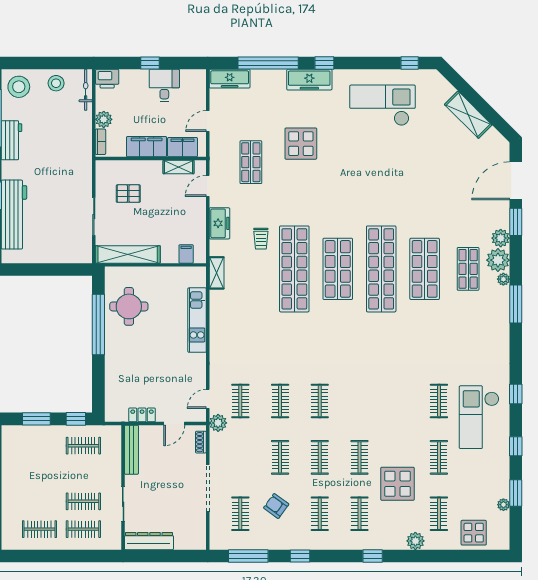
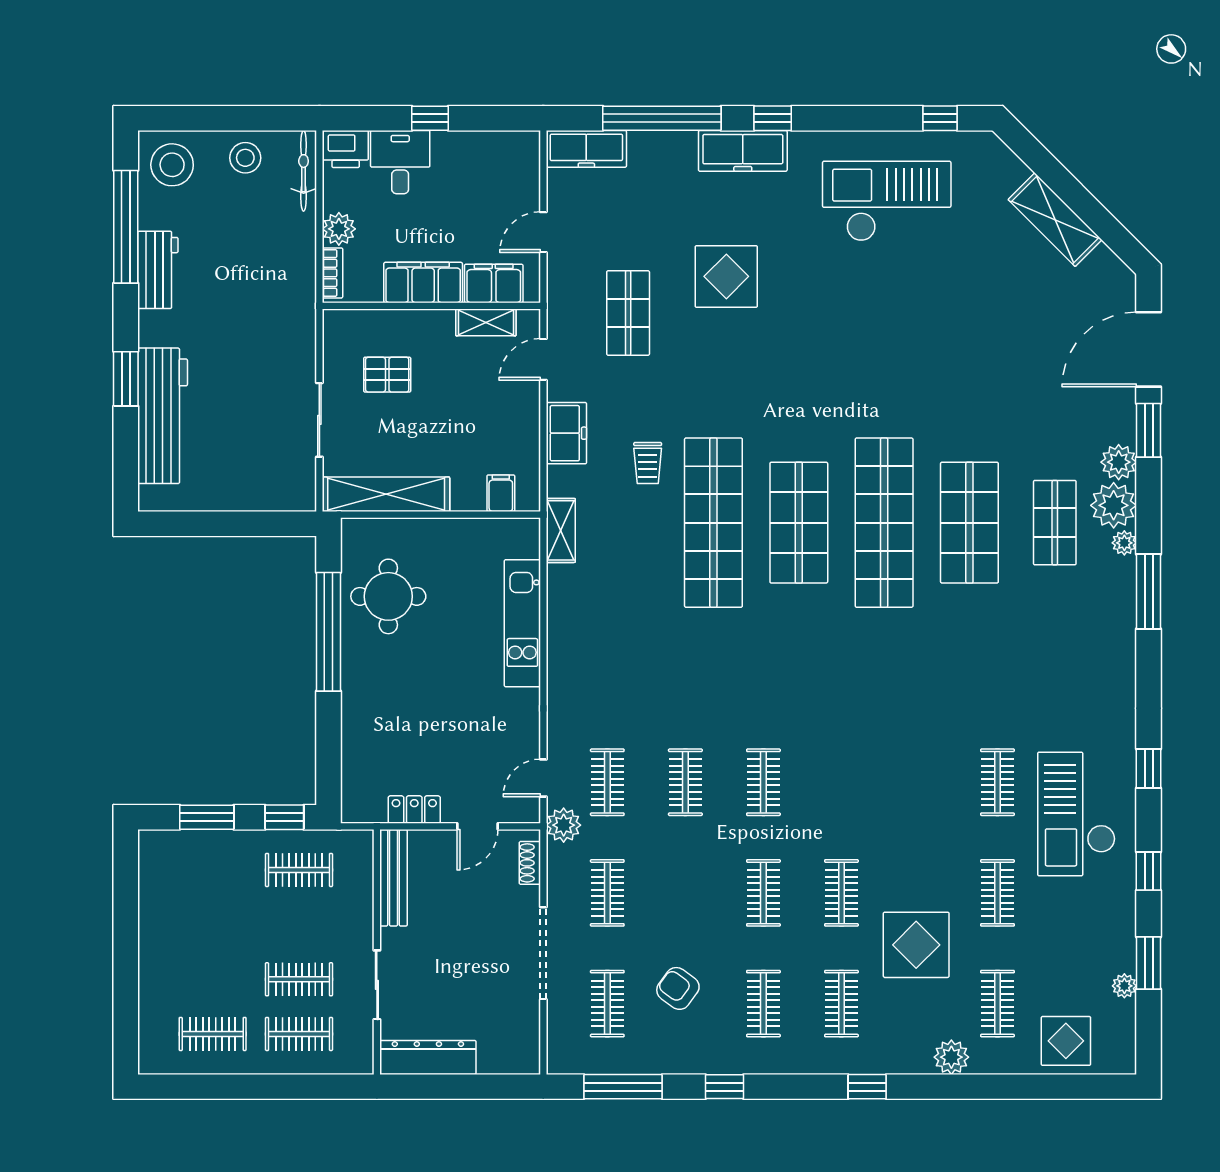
desk: (164, 85) -> (400, 162), moved
clothes rail: (280, 457) -> (607, 893), moved

